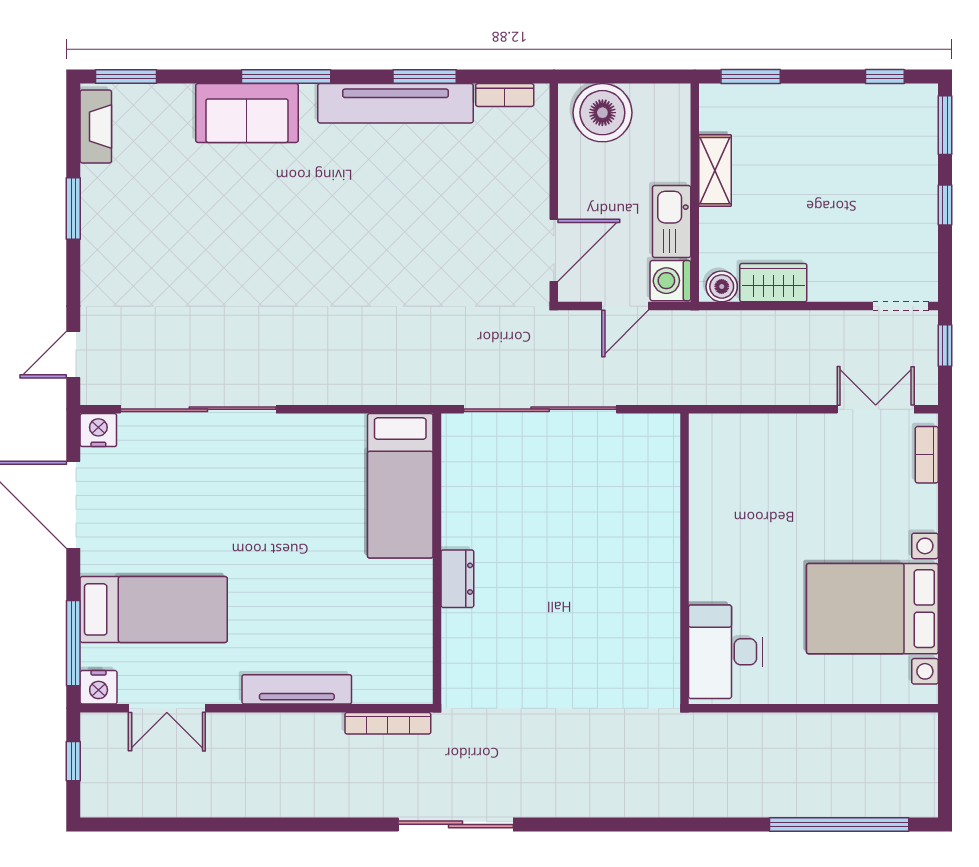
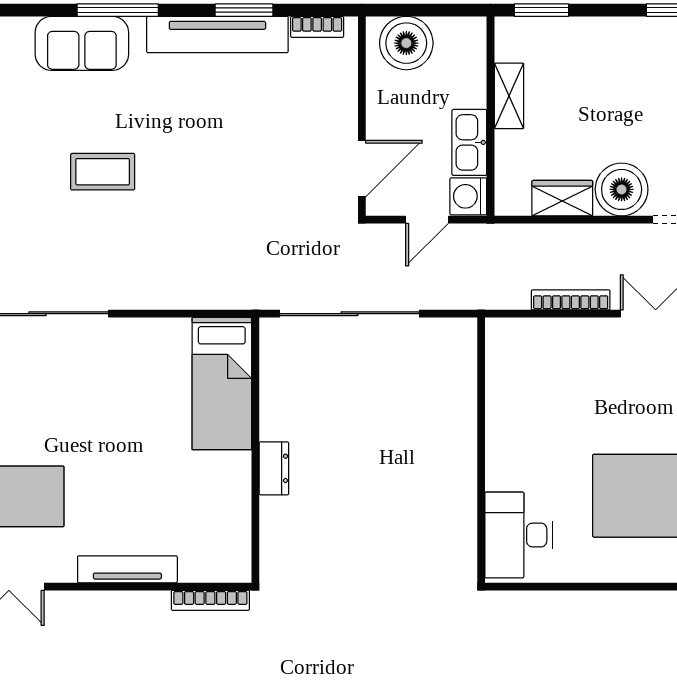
coffee table: (270, 254) -> (103, 172), added
boiler: (722, 286) -> (622, 189), moved, width x1.86, depth x1.86
bookcase: (783, 394) -> (571, 300), added

